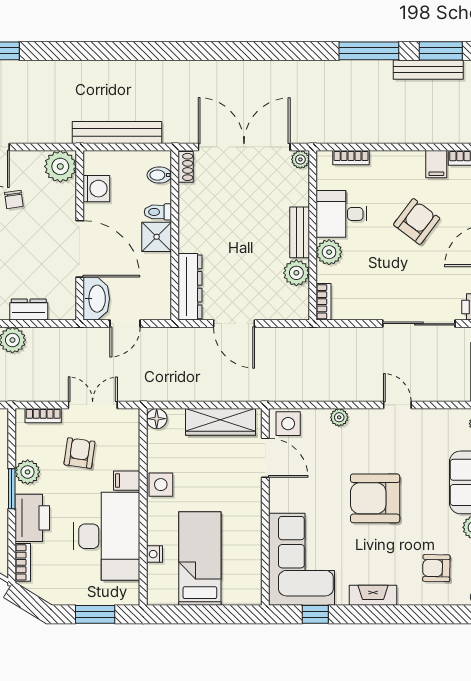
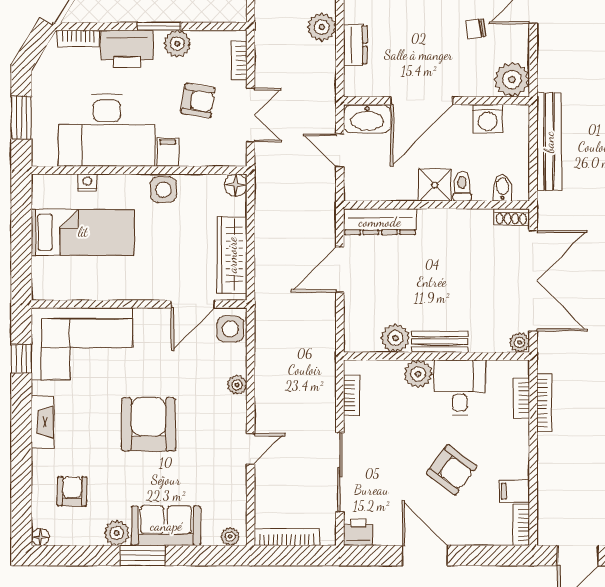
bookcase: (355, 137) -> (544, 403), added
bookcase: (324, 302) -> (352, 395), moved, turned -90

